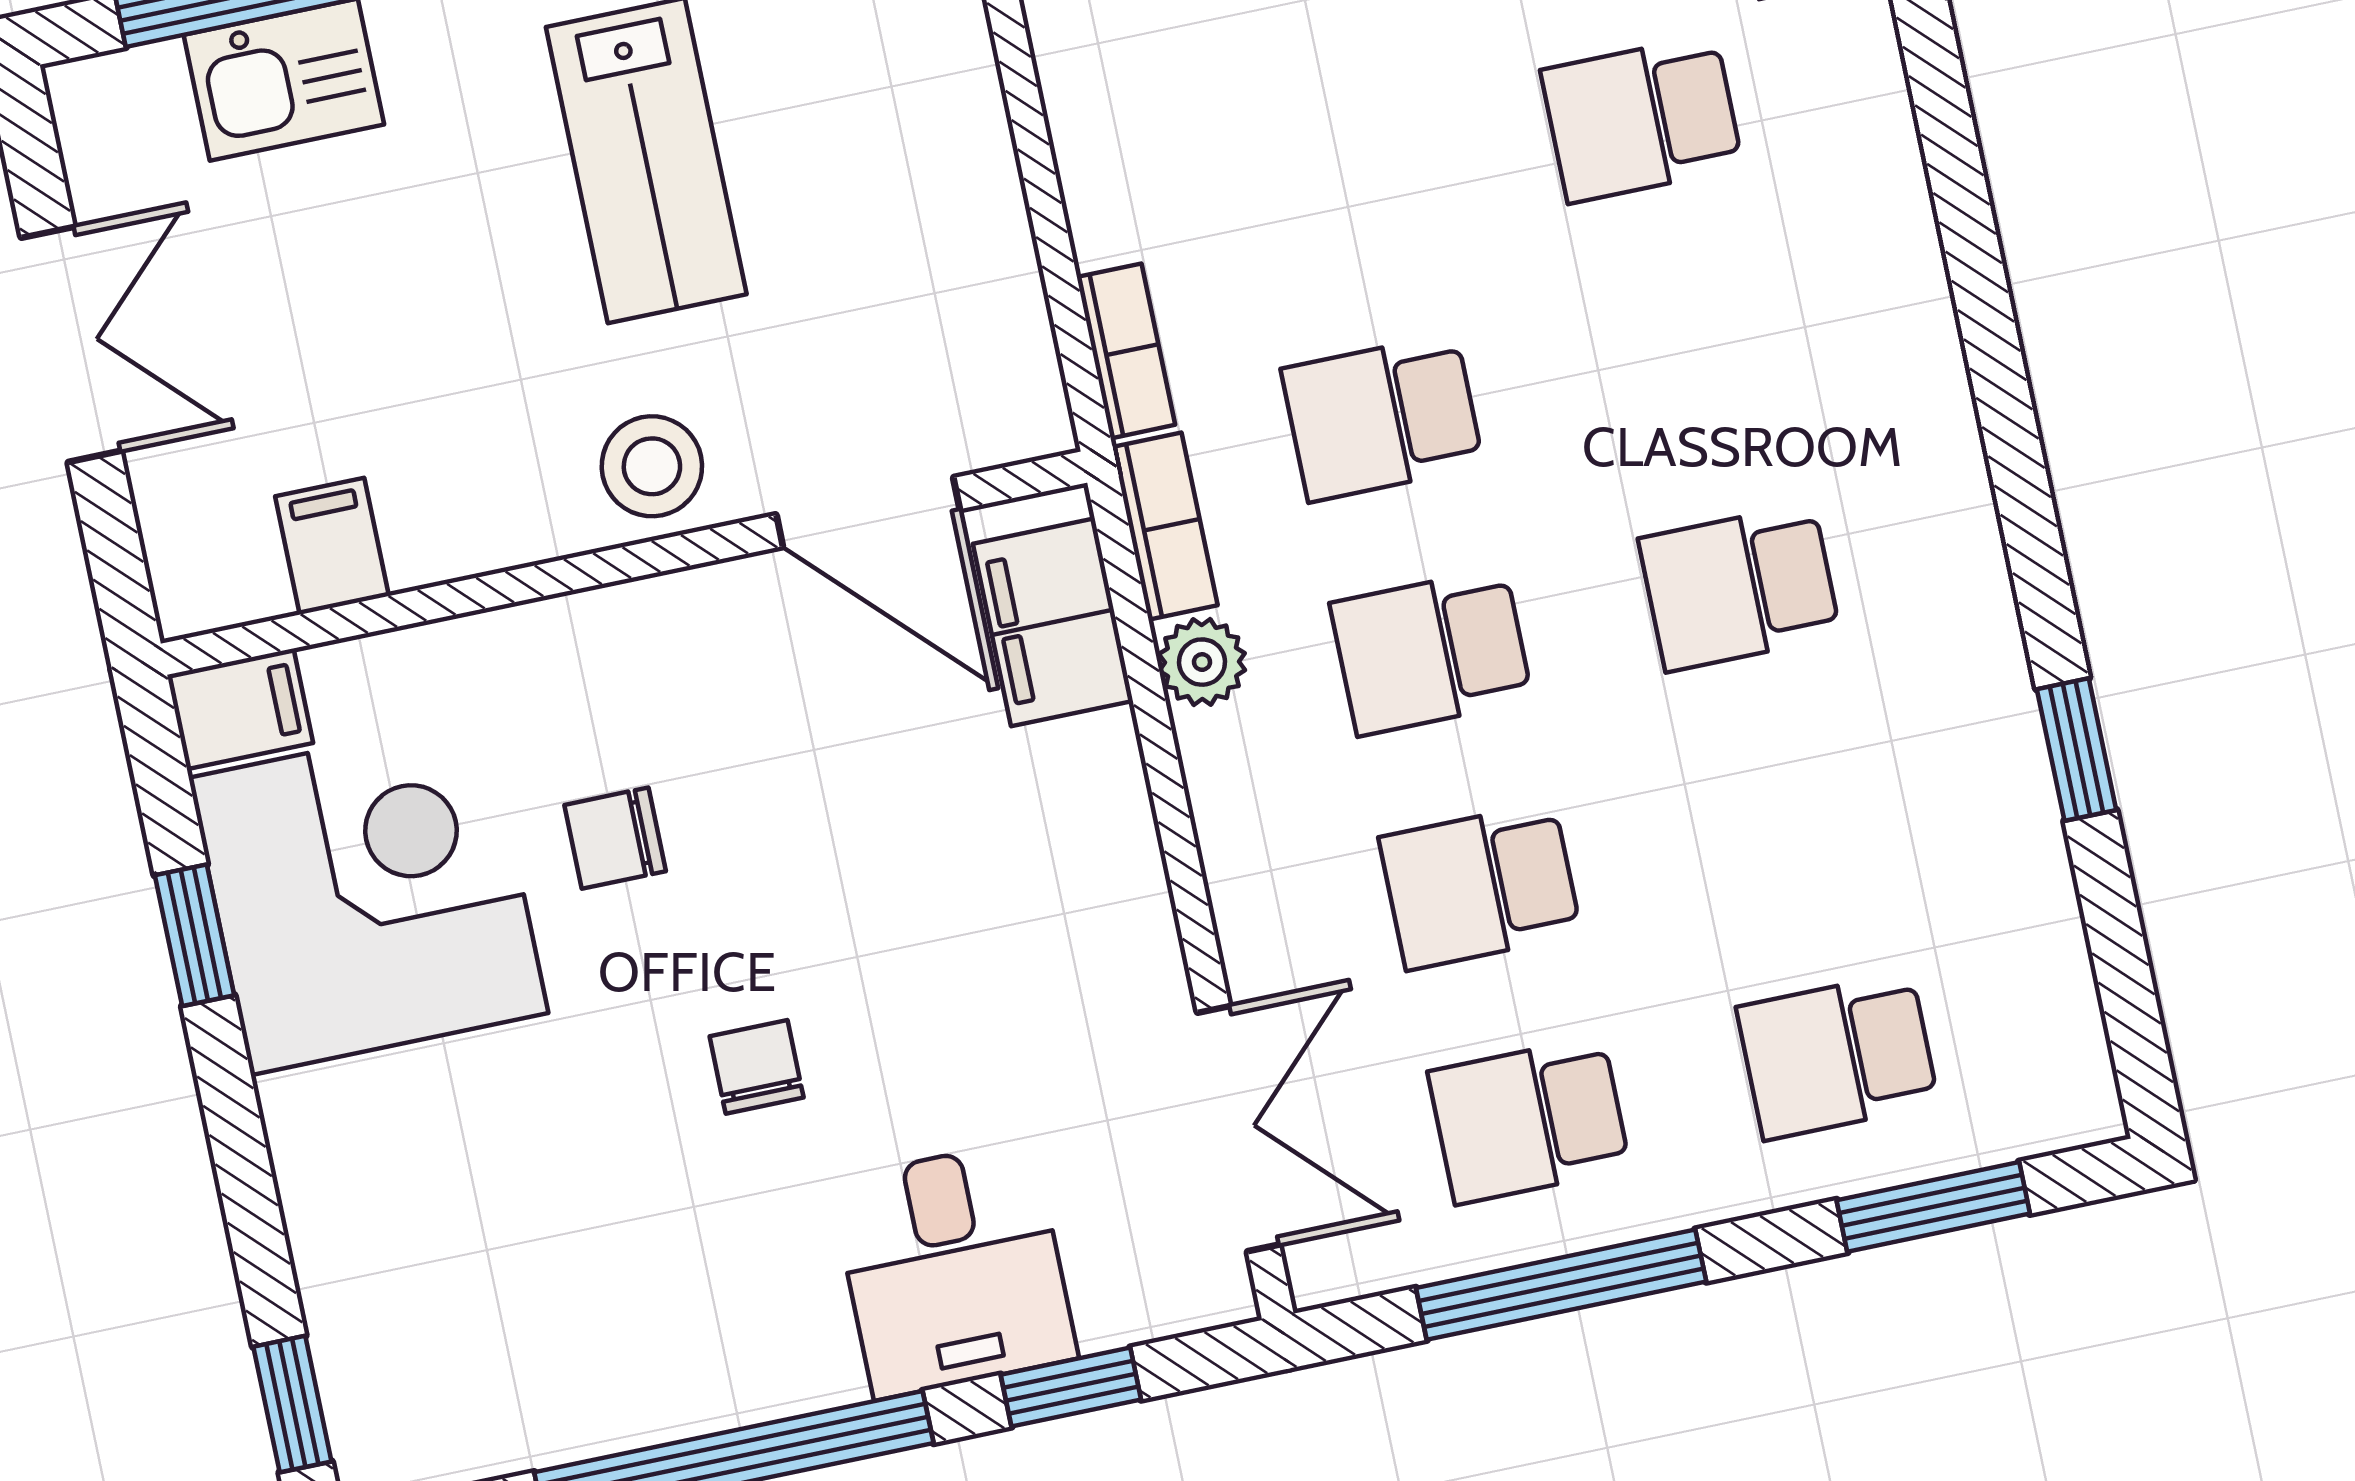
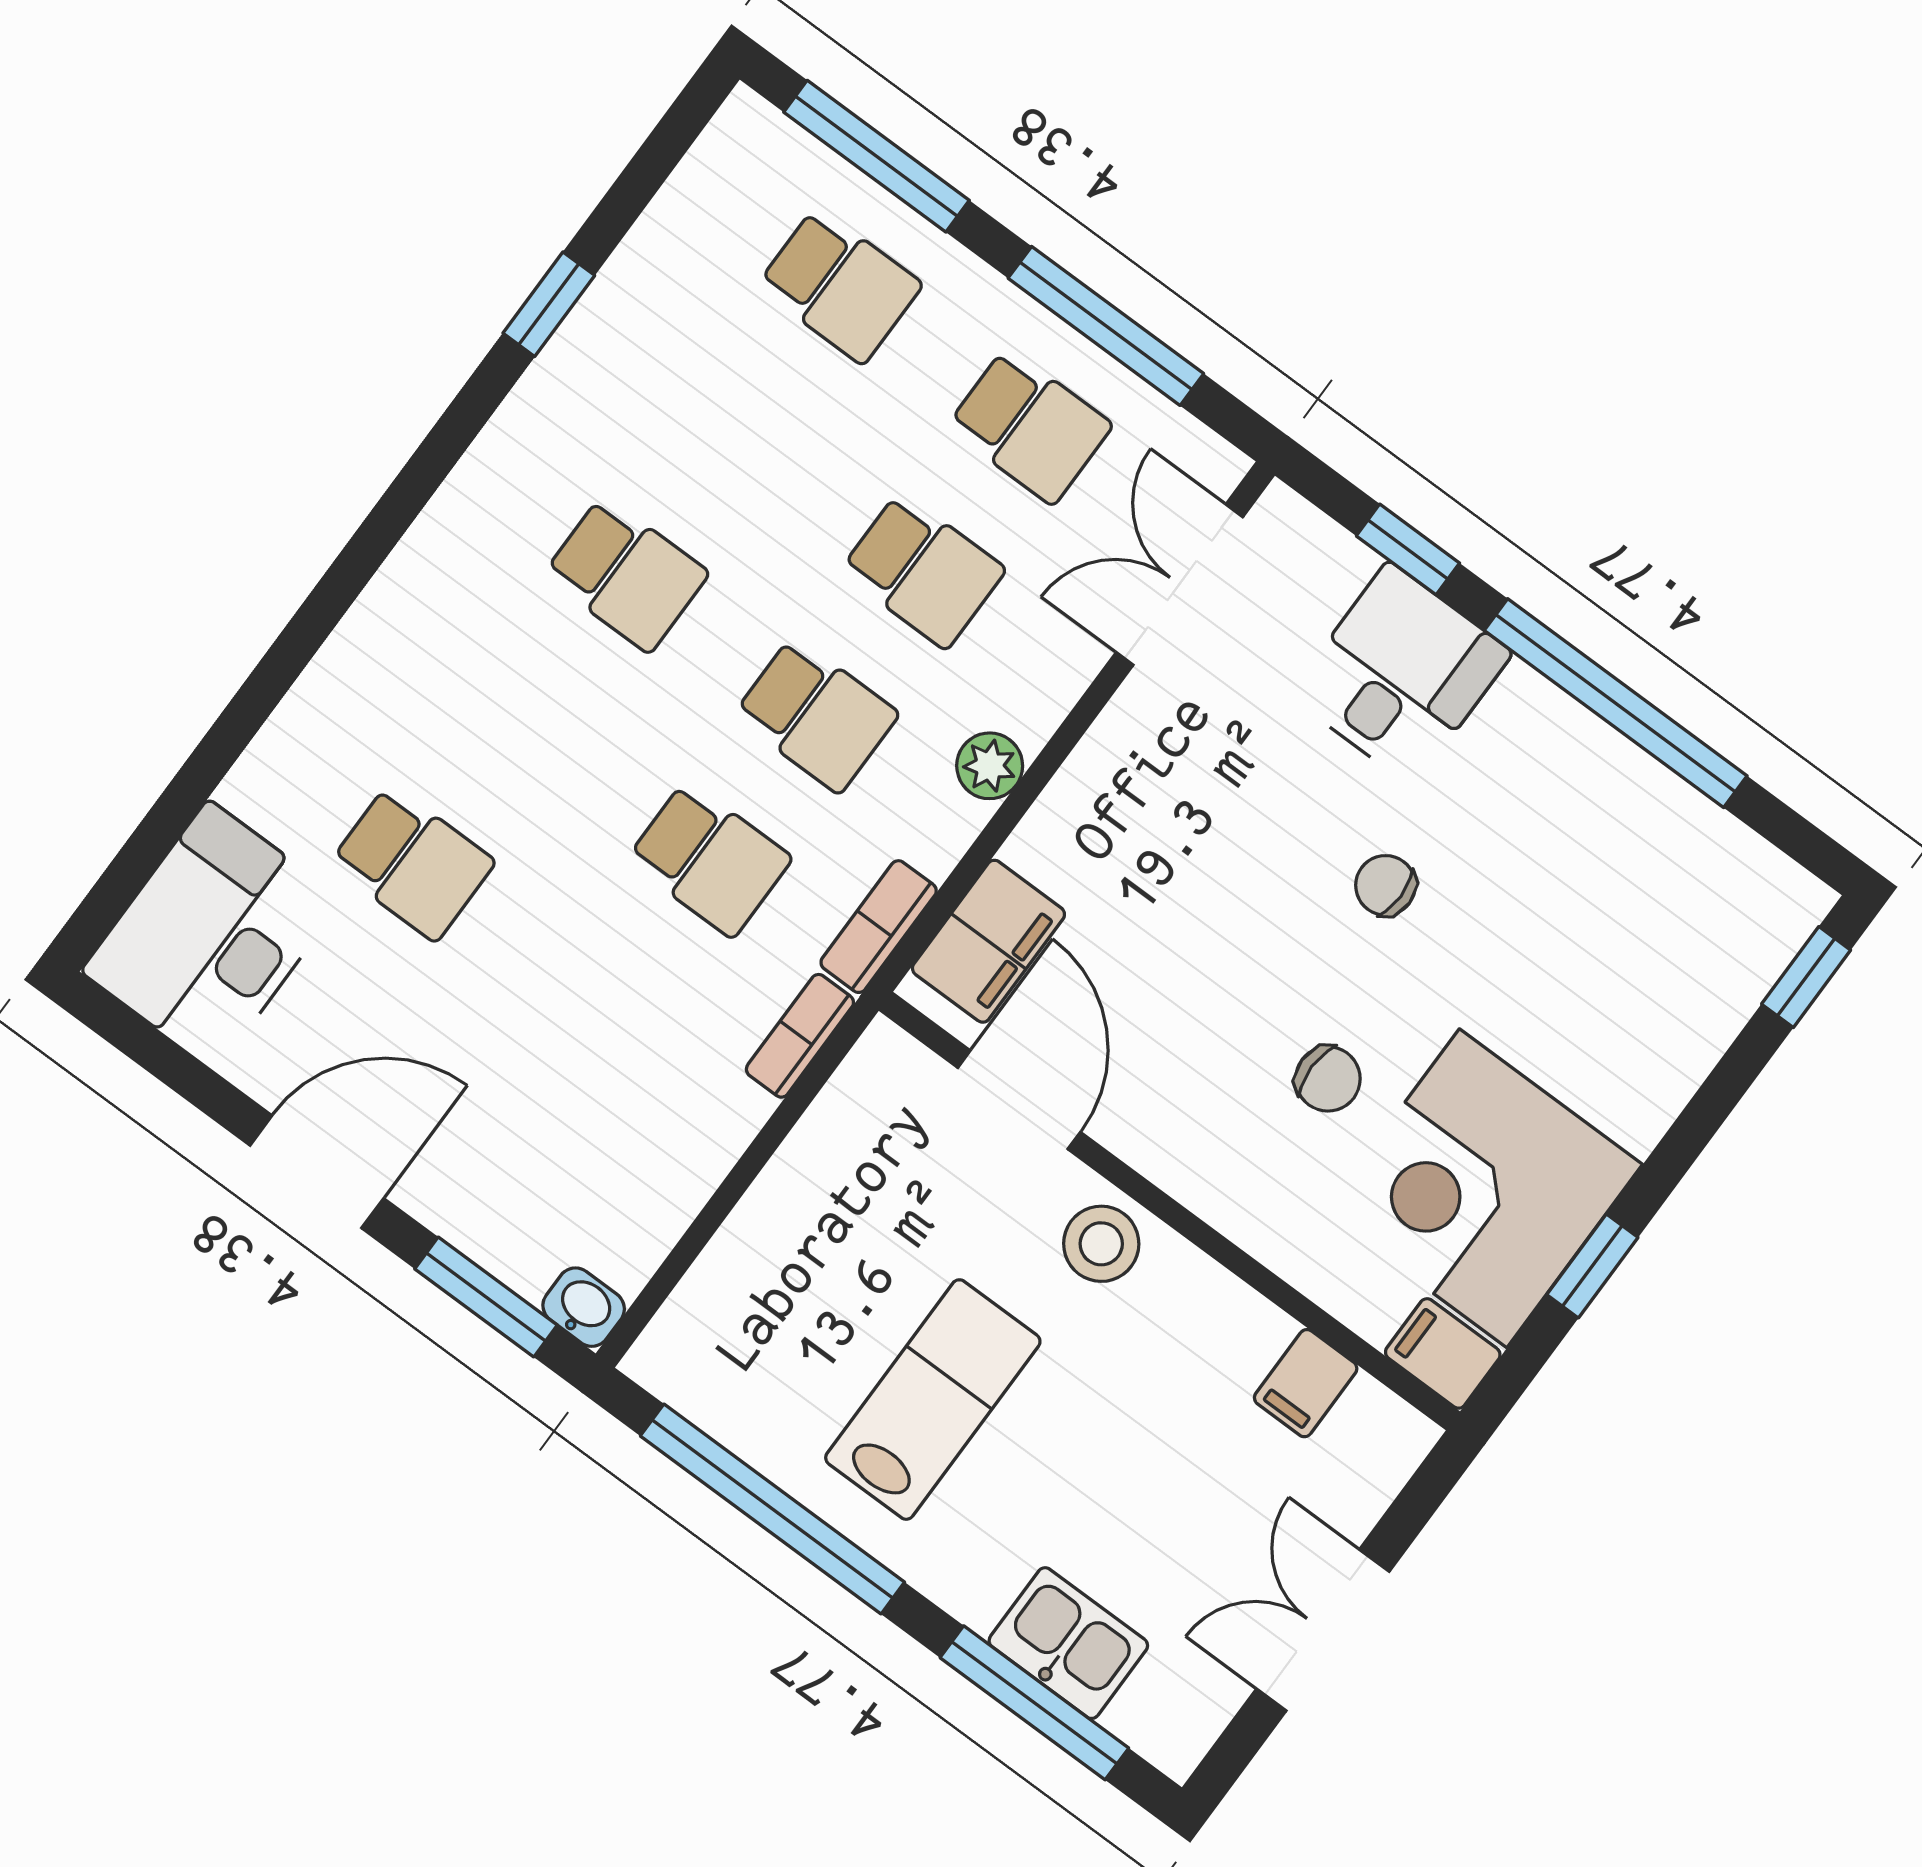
plant: (1202, 662) -> (990, 766), moved
chair: (757, 1067) -> (1386, 885), turned 90
window: (1933, 1207) -> (877, 156), width x1.44

